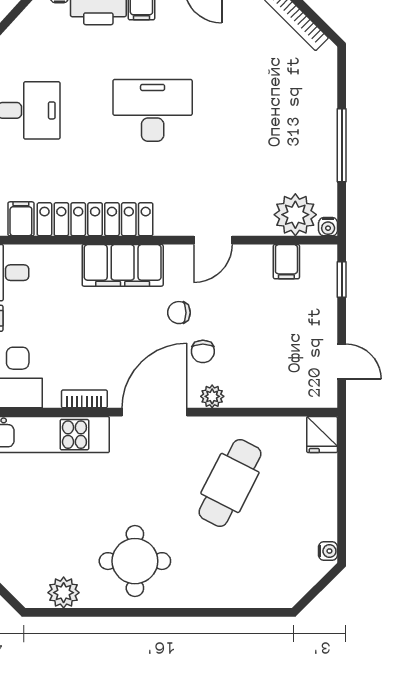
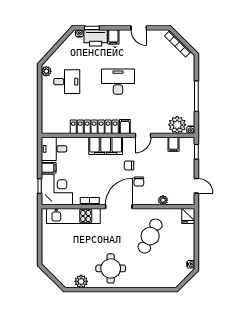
filing cabinet: (21, 219) -> (125, 127), moved
plant: (212, 396) -> (163, 200), moved

